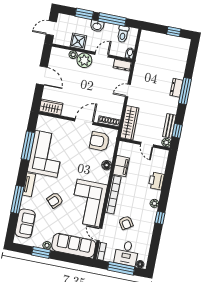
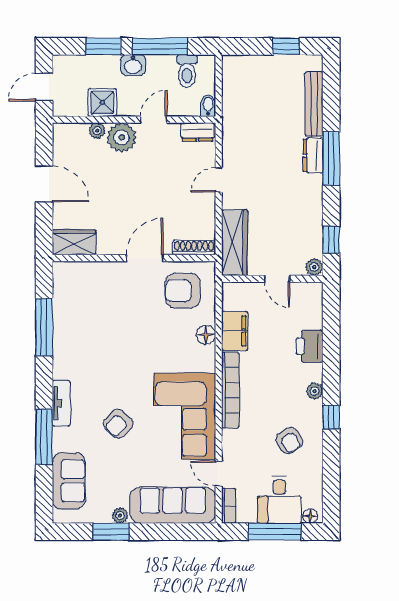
bench: (169, 126) -> (314, 104), moved, width x1.36
corner sofa: (46, 154) -> (83, 336), removed
armchair: (126, 223) -> (289, 441), moved

